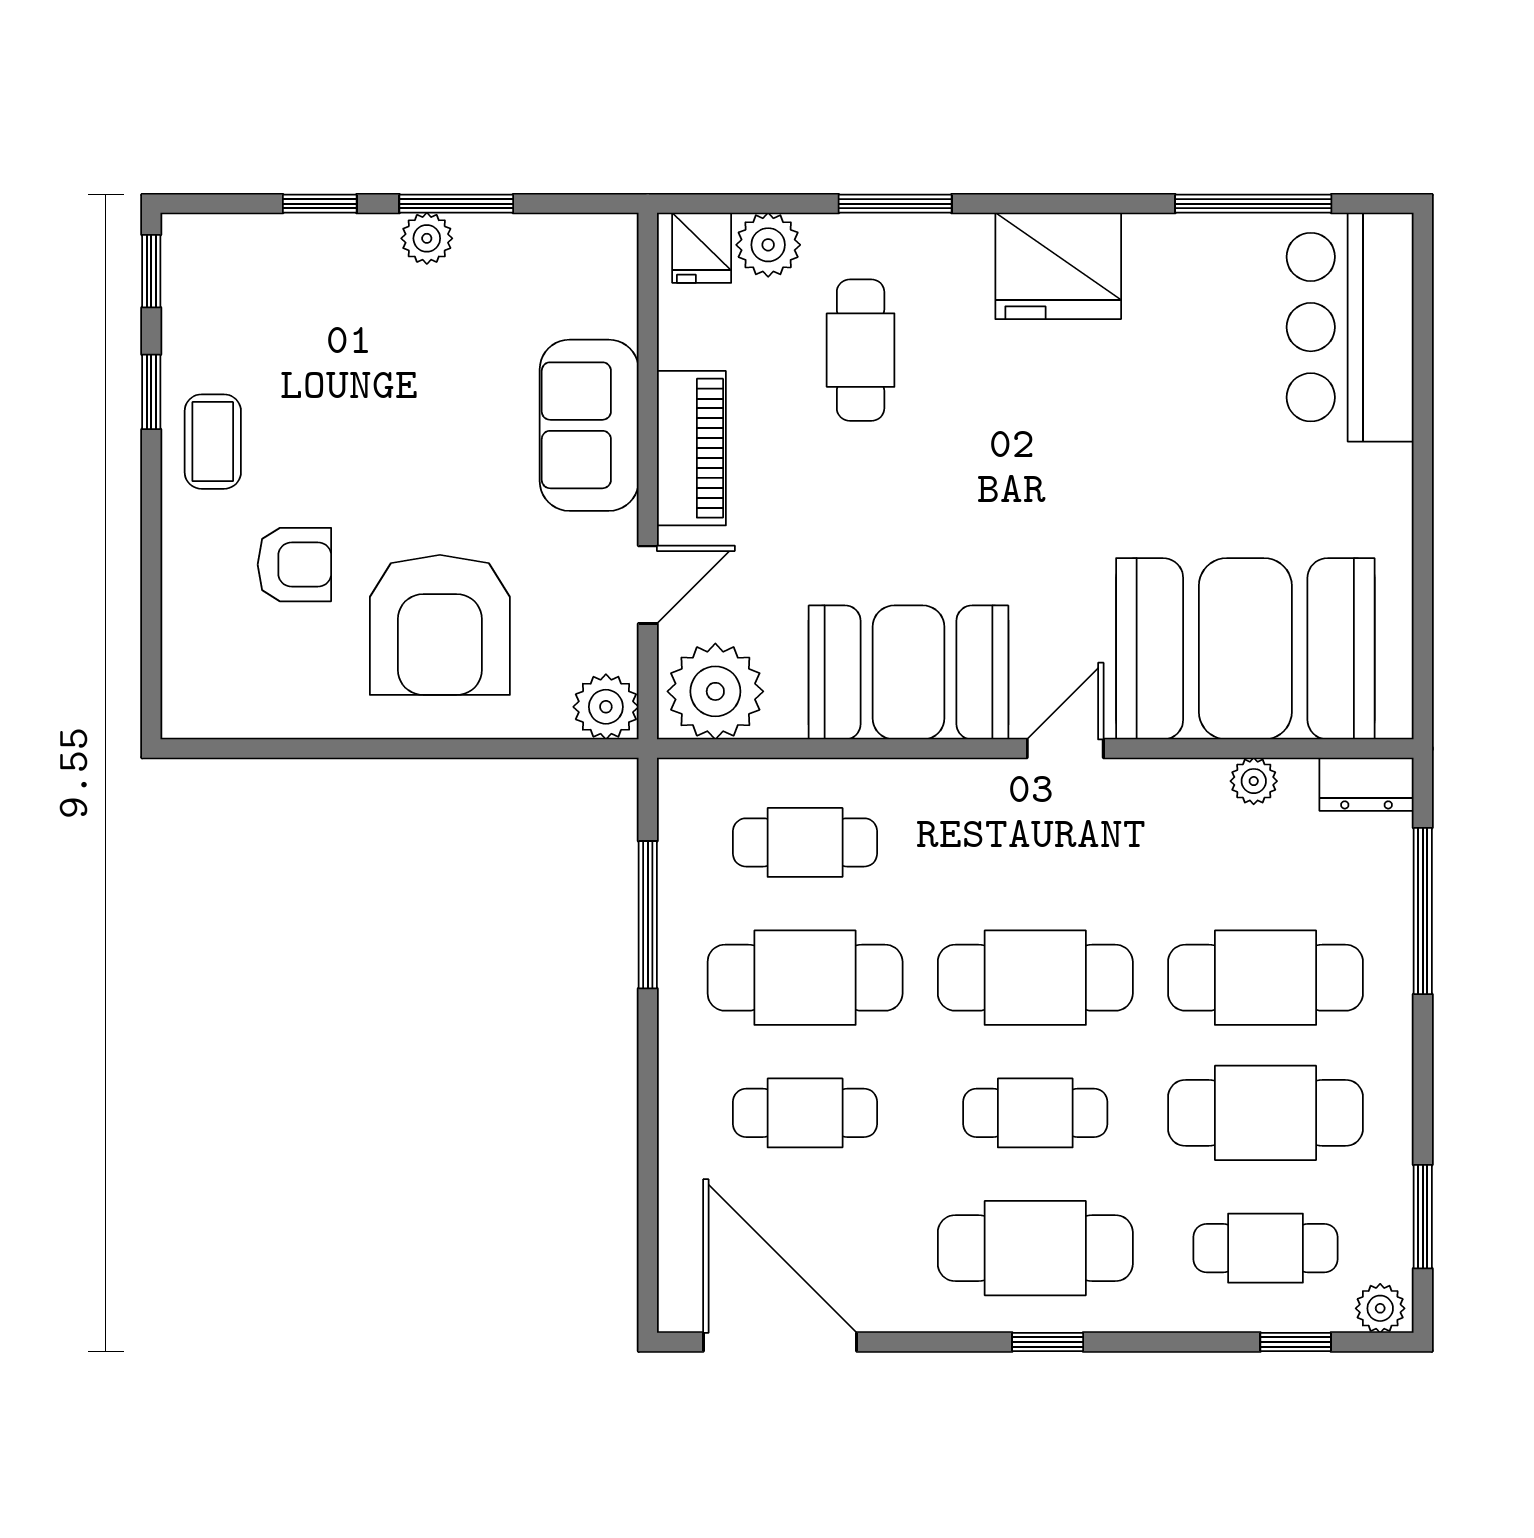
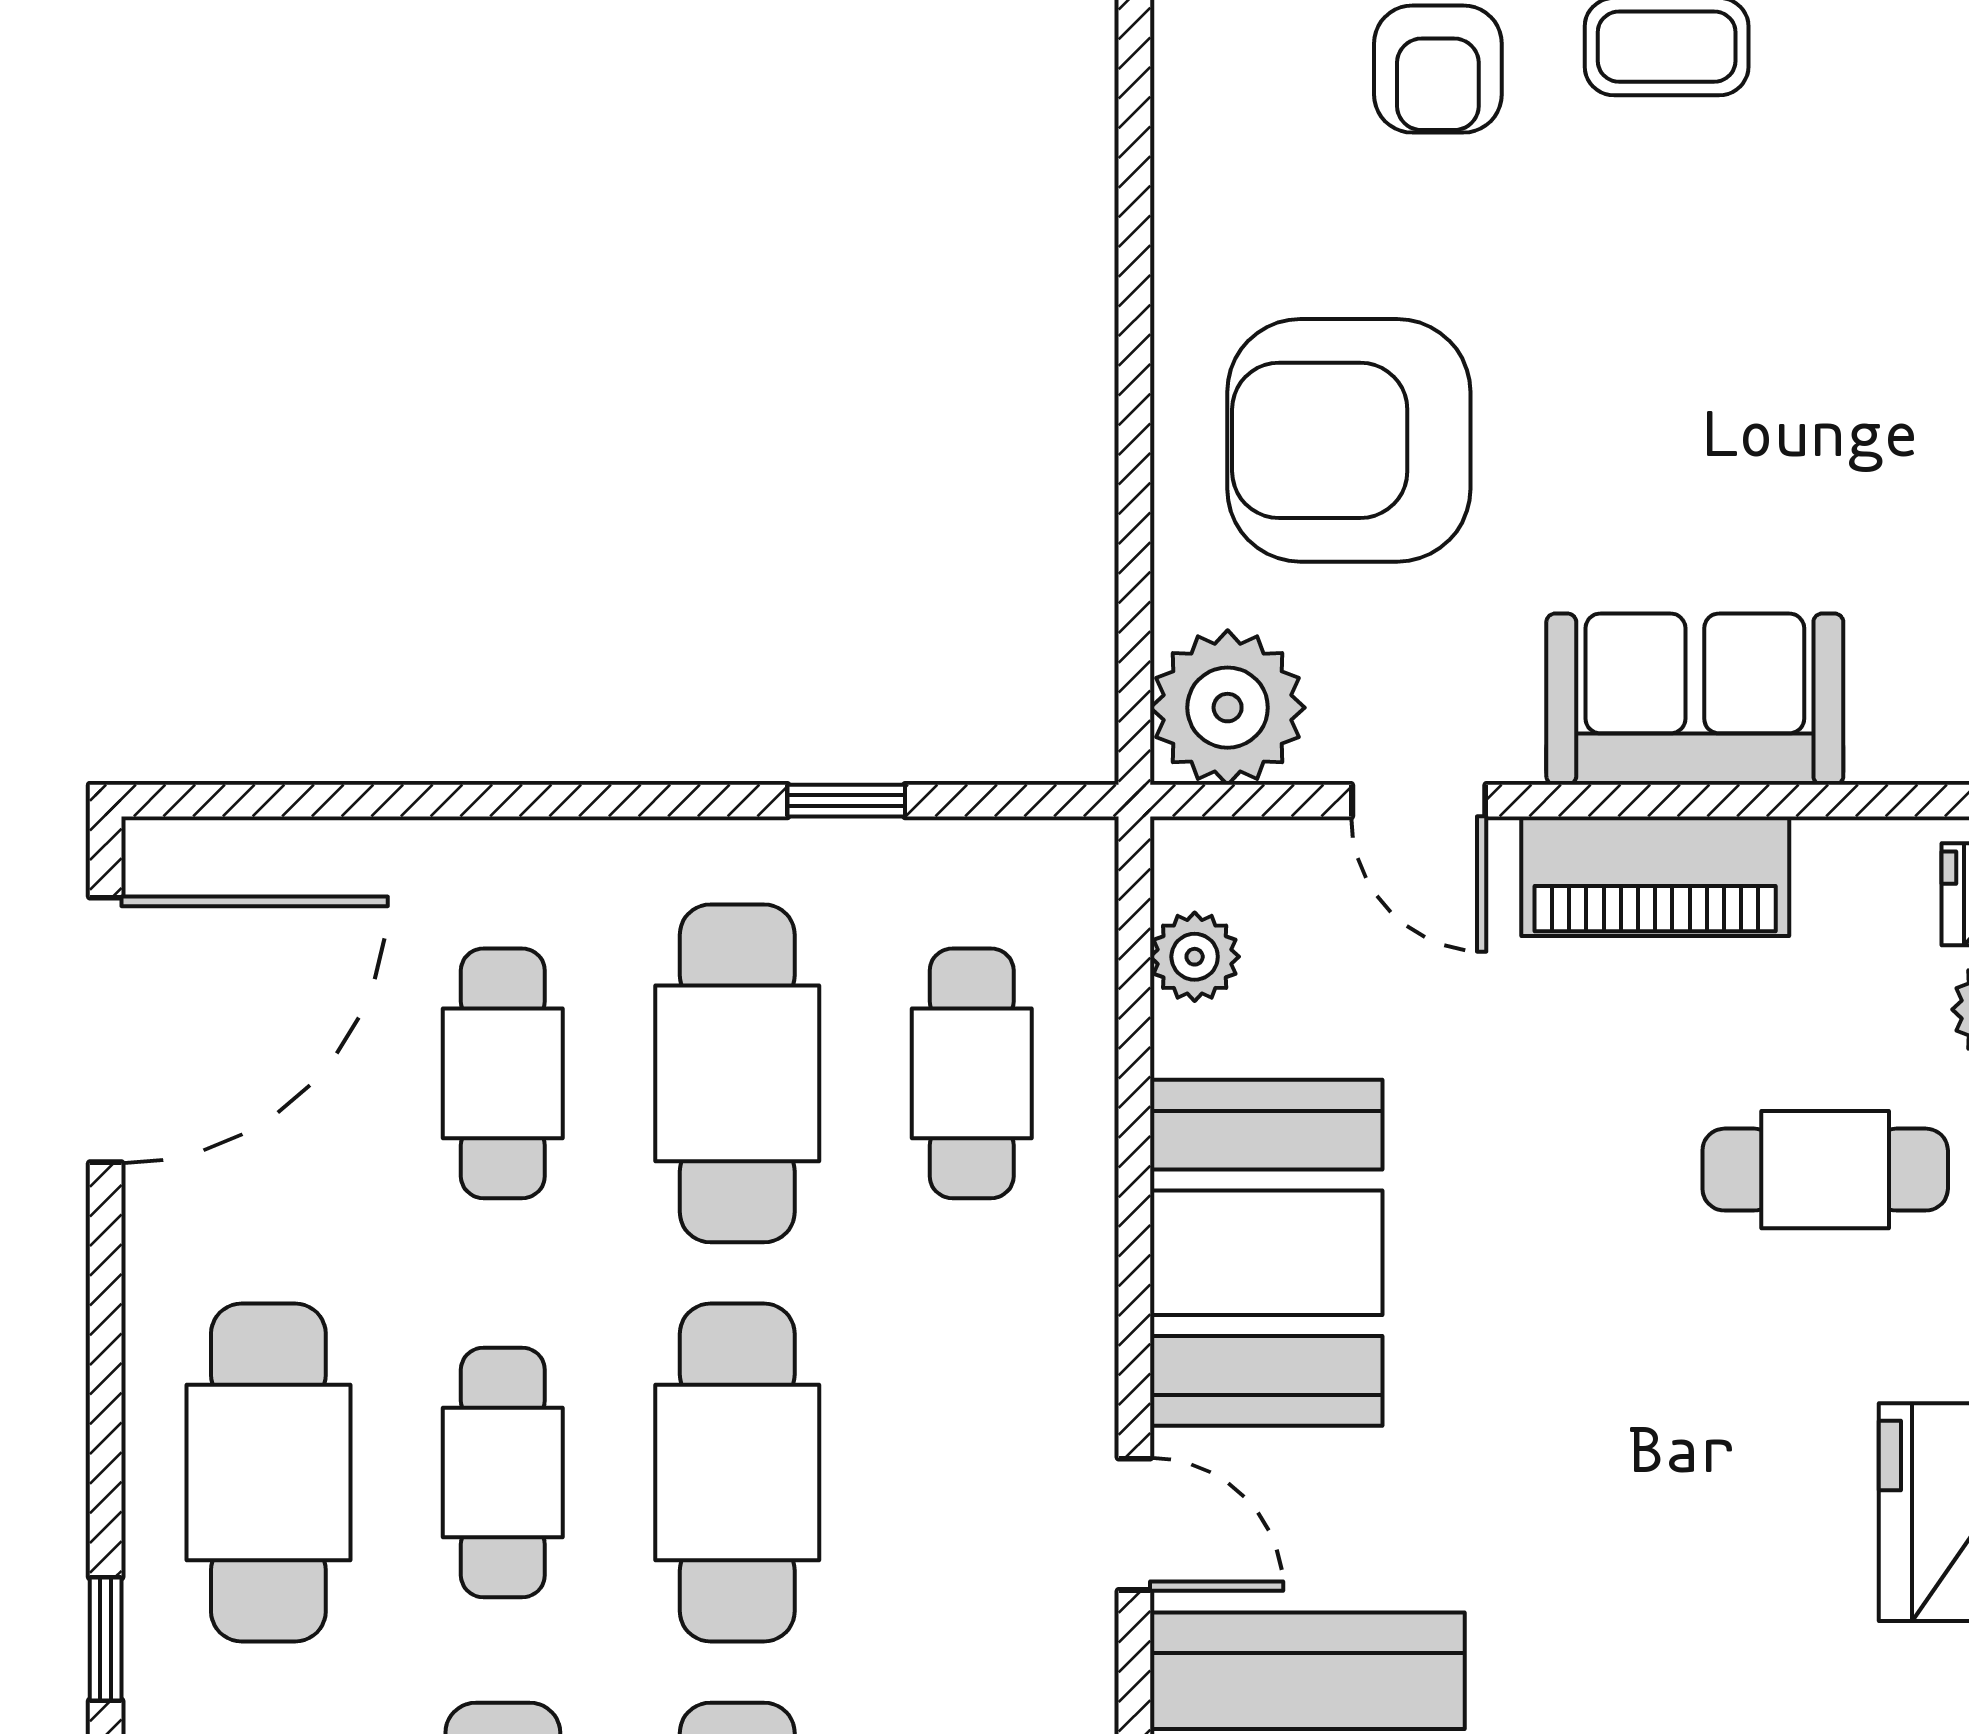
armchair: (294, 565) -> (1438, 69), moved
plant: (715, 691) -> (1195, 957), width x0.53, depth x0.53
plant: (606, 707) -> (1228, 708), width x1.36, depth x1.36
window: (648, 915) -> (846, 801), width x0.46
window: (1048, 1342) -> (106, 1639), moved

